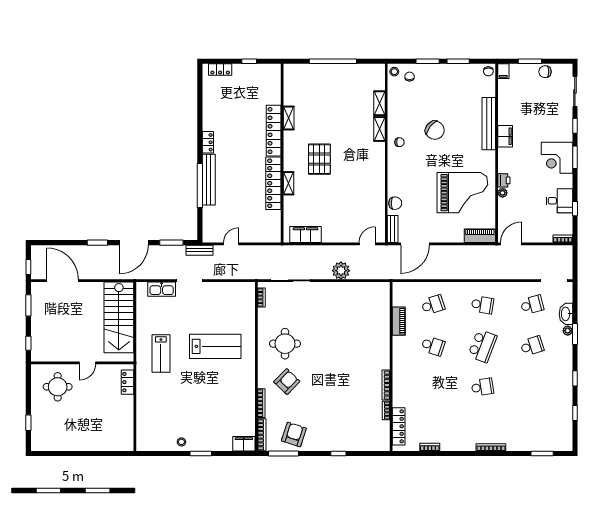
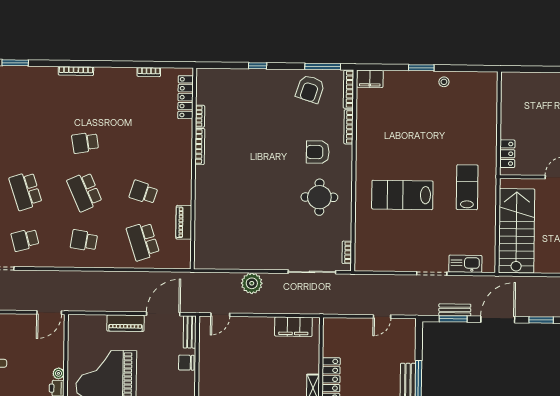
piano: (480, 236) -> (125, 323), moved
bench: (199, 250) -> (455, 310), moved
school desk: (433, 305) -> (143, 241), width x1.85
school desk: (482, 346) -> (85, 192), turned -45
school desk: (532, 346) -> (26, 191), width x1.85
armchair: (287, 382) -> (318, 152), turned 46

